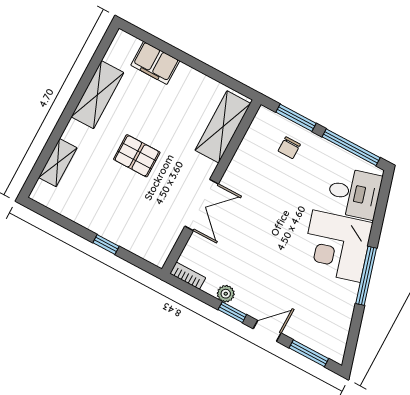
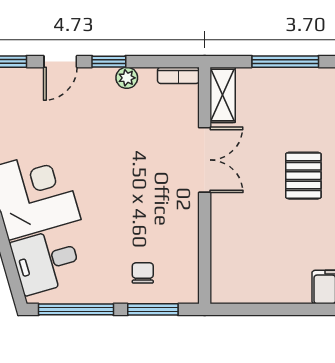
shelving: (223, 127) -> (223, 95), moved, width x0.67, depth x0.75
pallet: (137, 156) -> (303, 176), turned 90
double door: (202, 205) -> (205, 160), swing flipped
window: (106, 244) -> (285, 62), width x2.17

